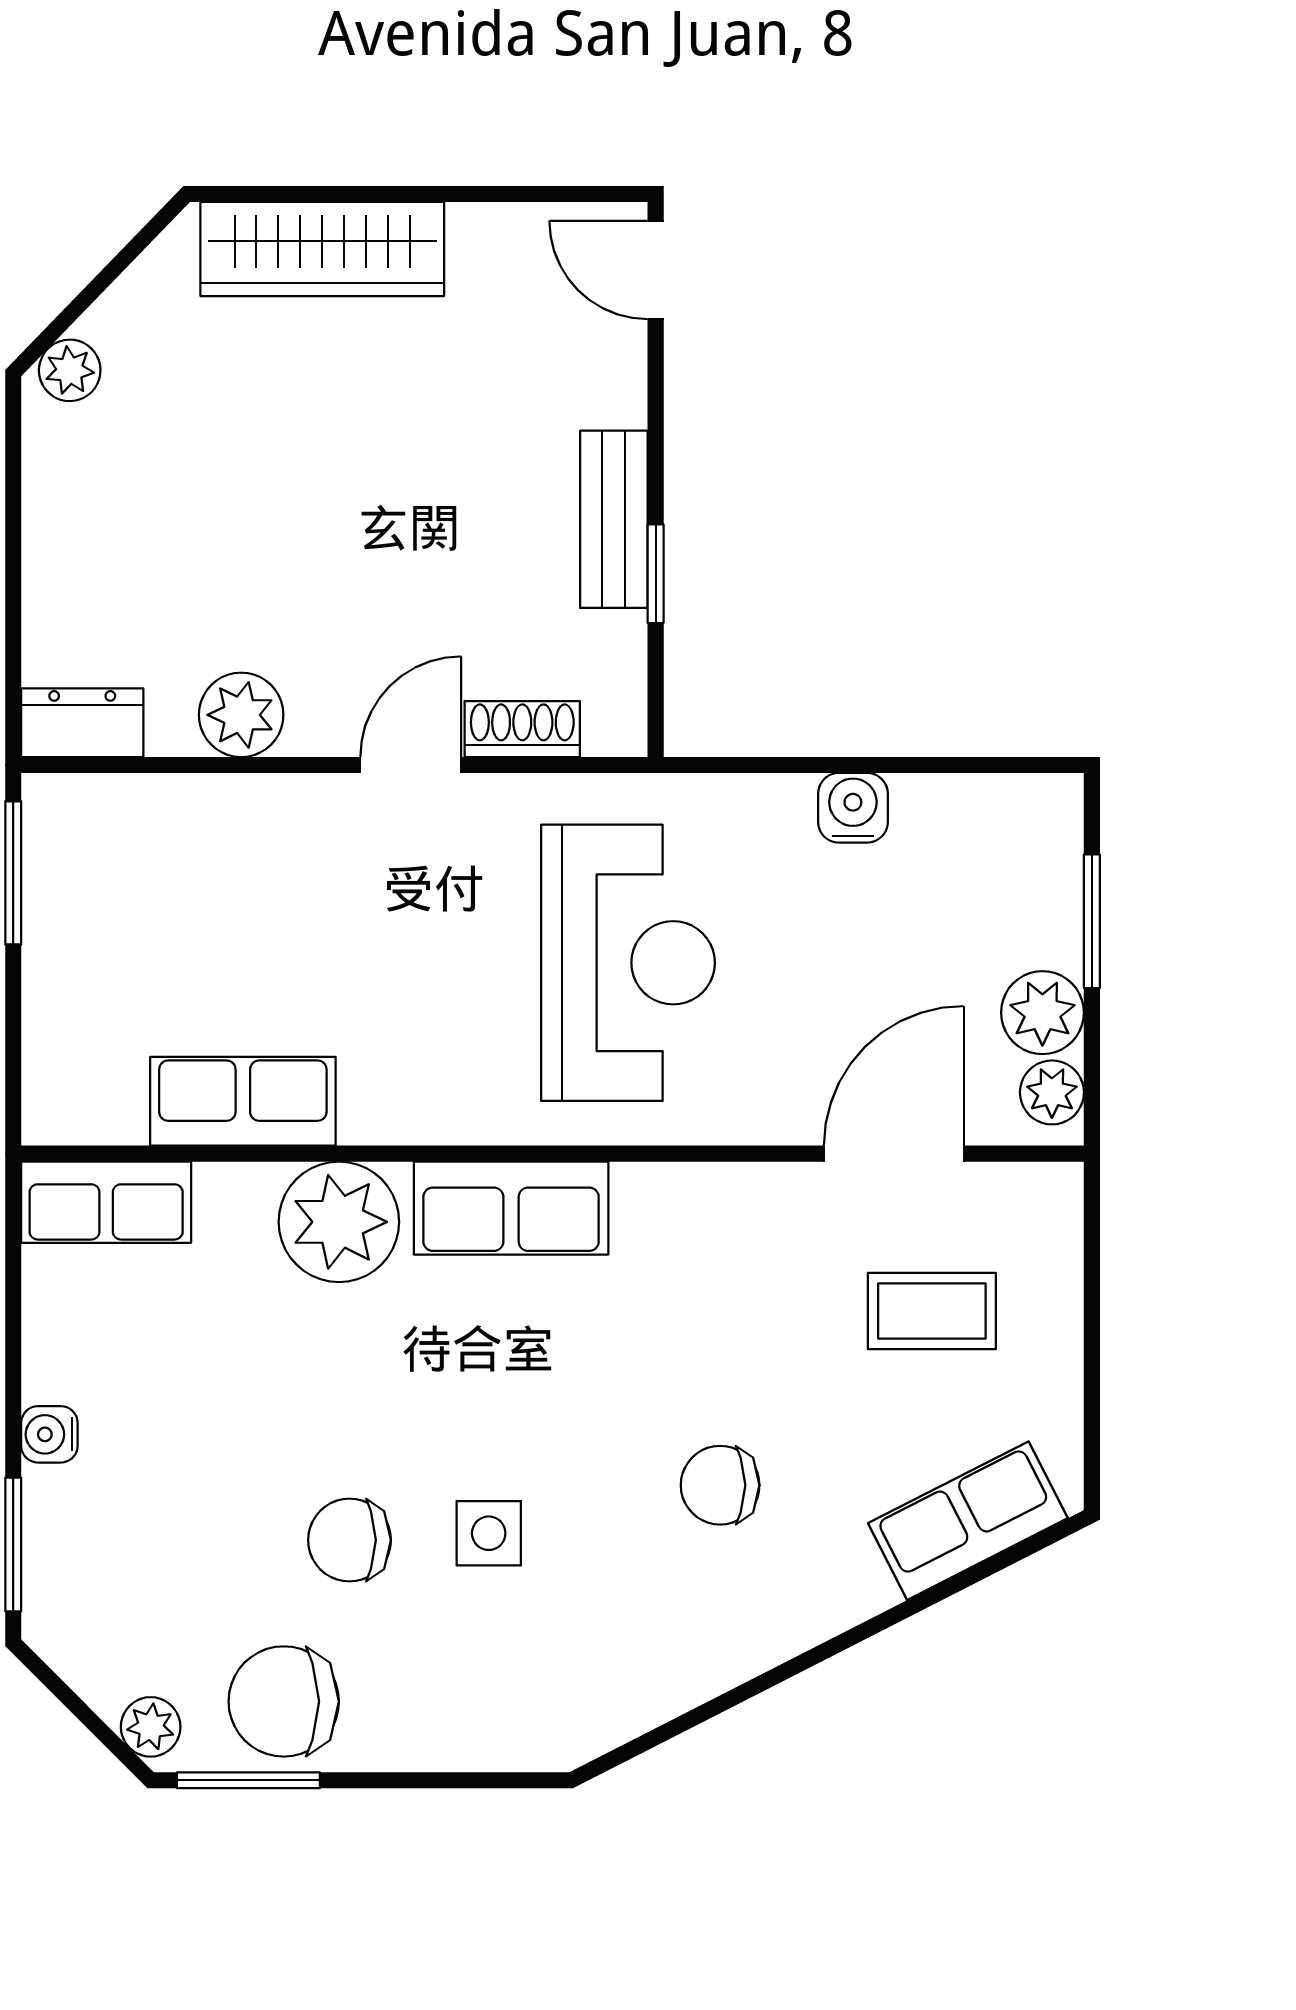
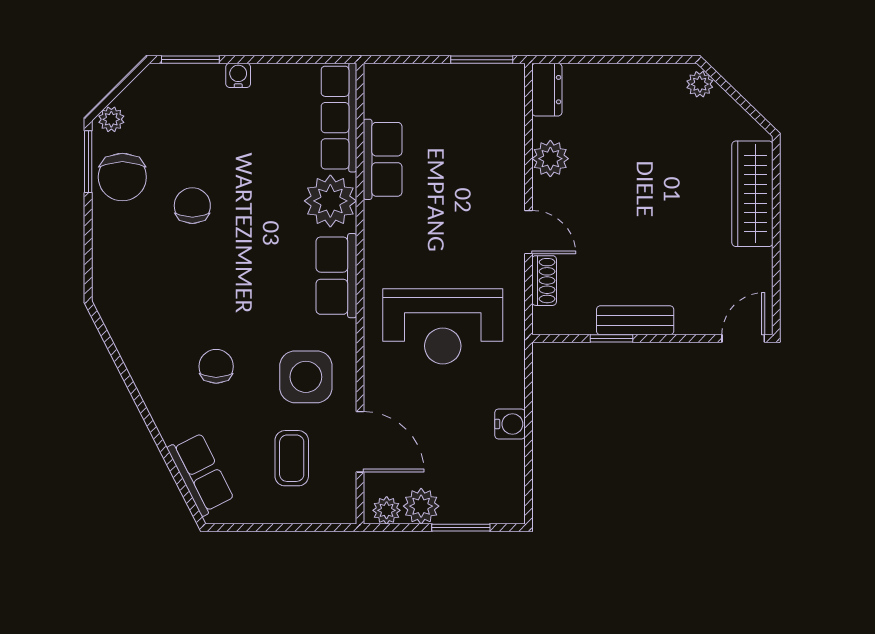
row of seats: (106, 1202) -> (339, 118), width x1.48
side table: (489, 1533) -> (306, 377), moved, width x1.87, depth x1.87
chair: (284, 1701) -> (122, 177), turned 180

